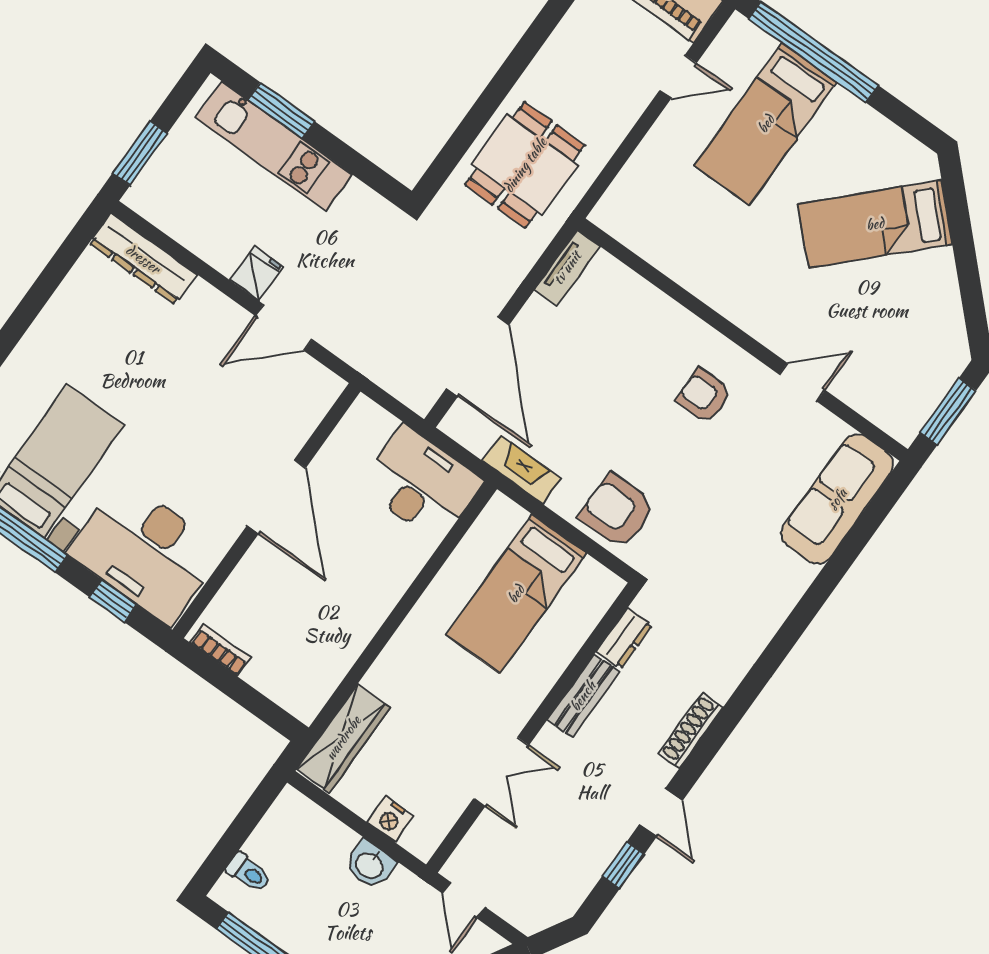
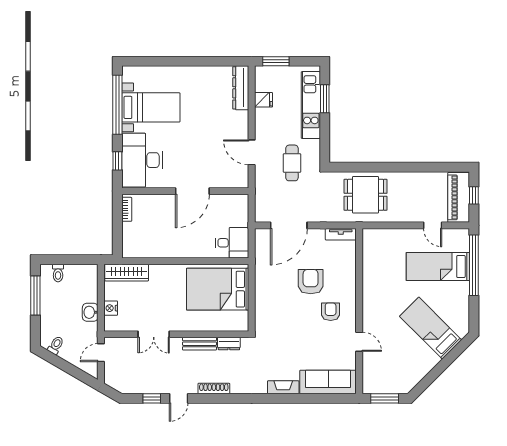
cafe table: (361, 264) -> (292, 163), added
fridge: (257, 273) -> (263, 100), moved
fireplace: (522, 470) -> (283, 387), moved, turned -90
desk: (421, 484) -> (232, 243), width x0.73
armchair: (617, 511) -> (311, 282), moved
bed: (516, 594) -> (218, 289), width x1.50

